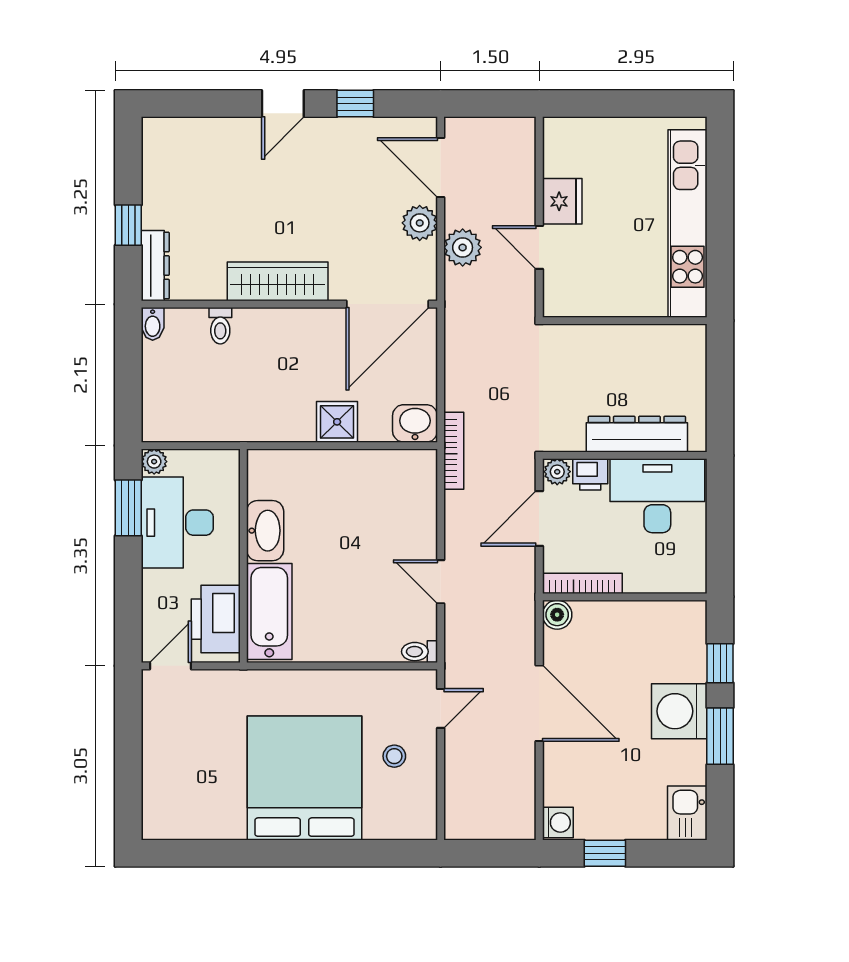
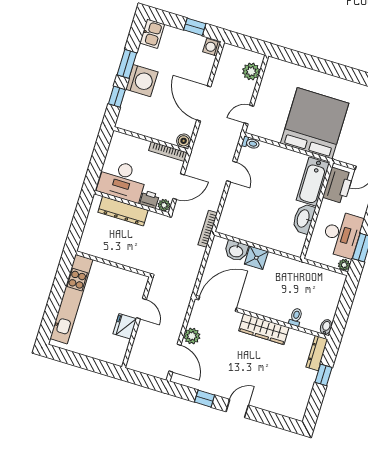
plant: (463, 247) -> (251, 71), moved
washbasin: (415, 423) -> (236, 251), moved
stool: (394, 756) -> (276, 99), removed
bed: (305, 778) -> (315, 123), moved, turned 180

